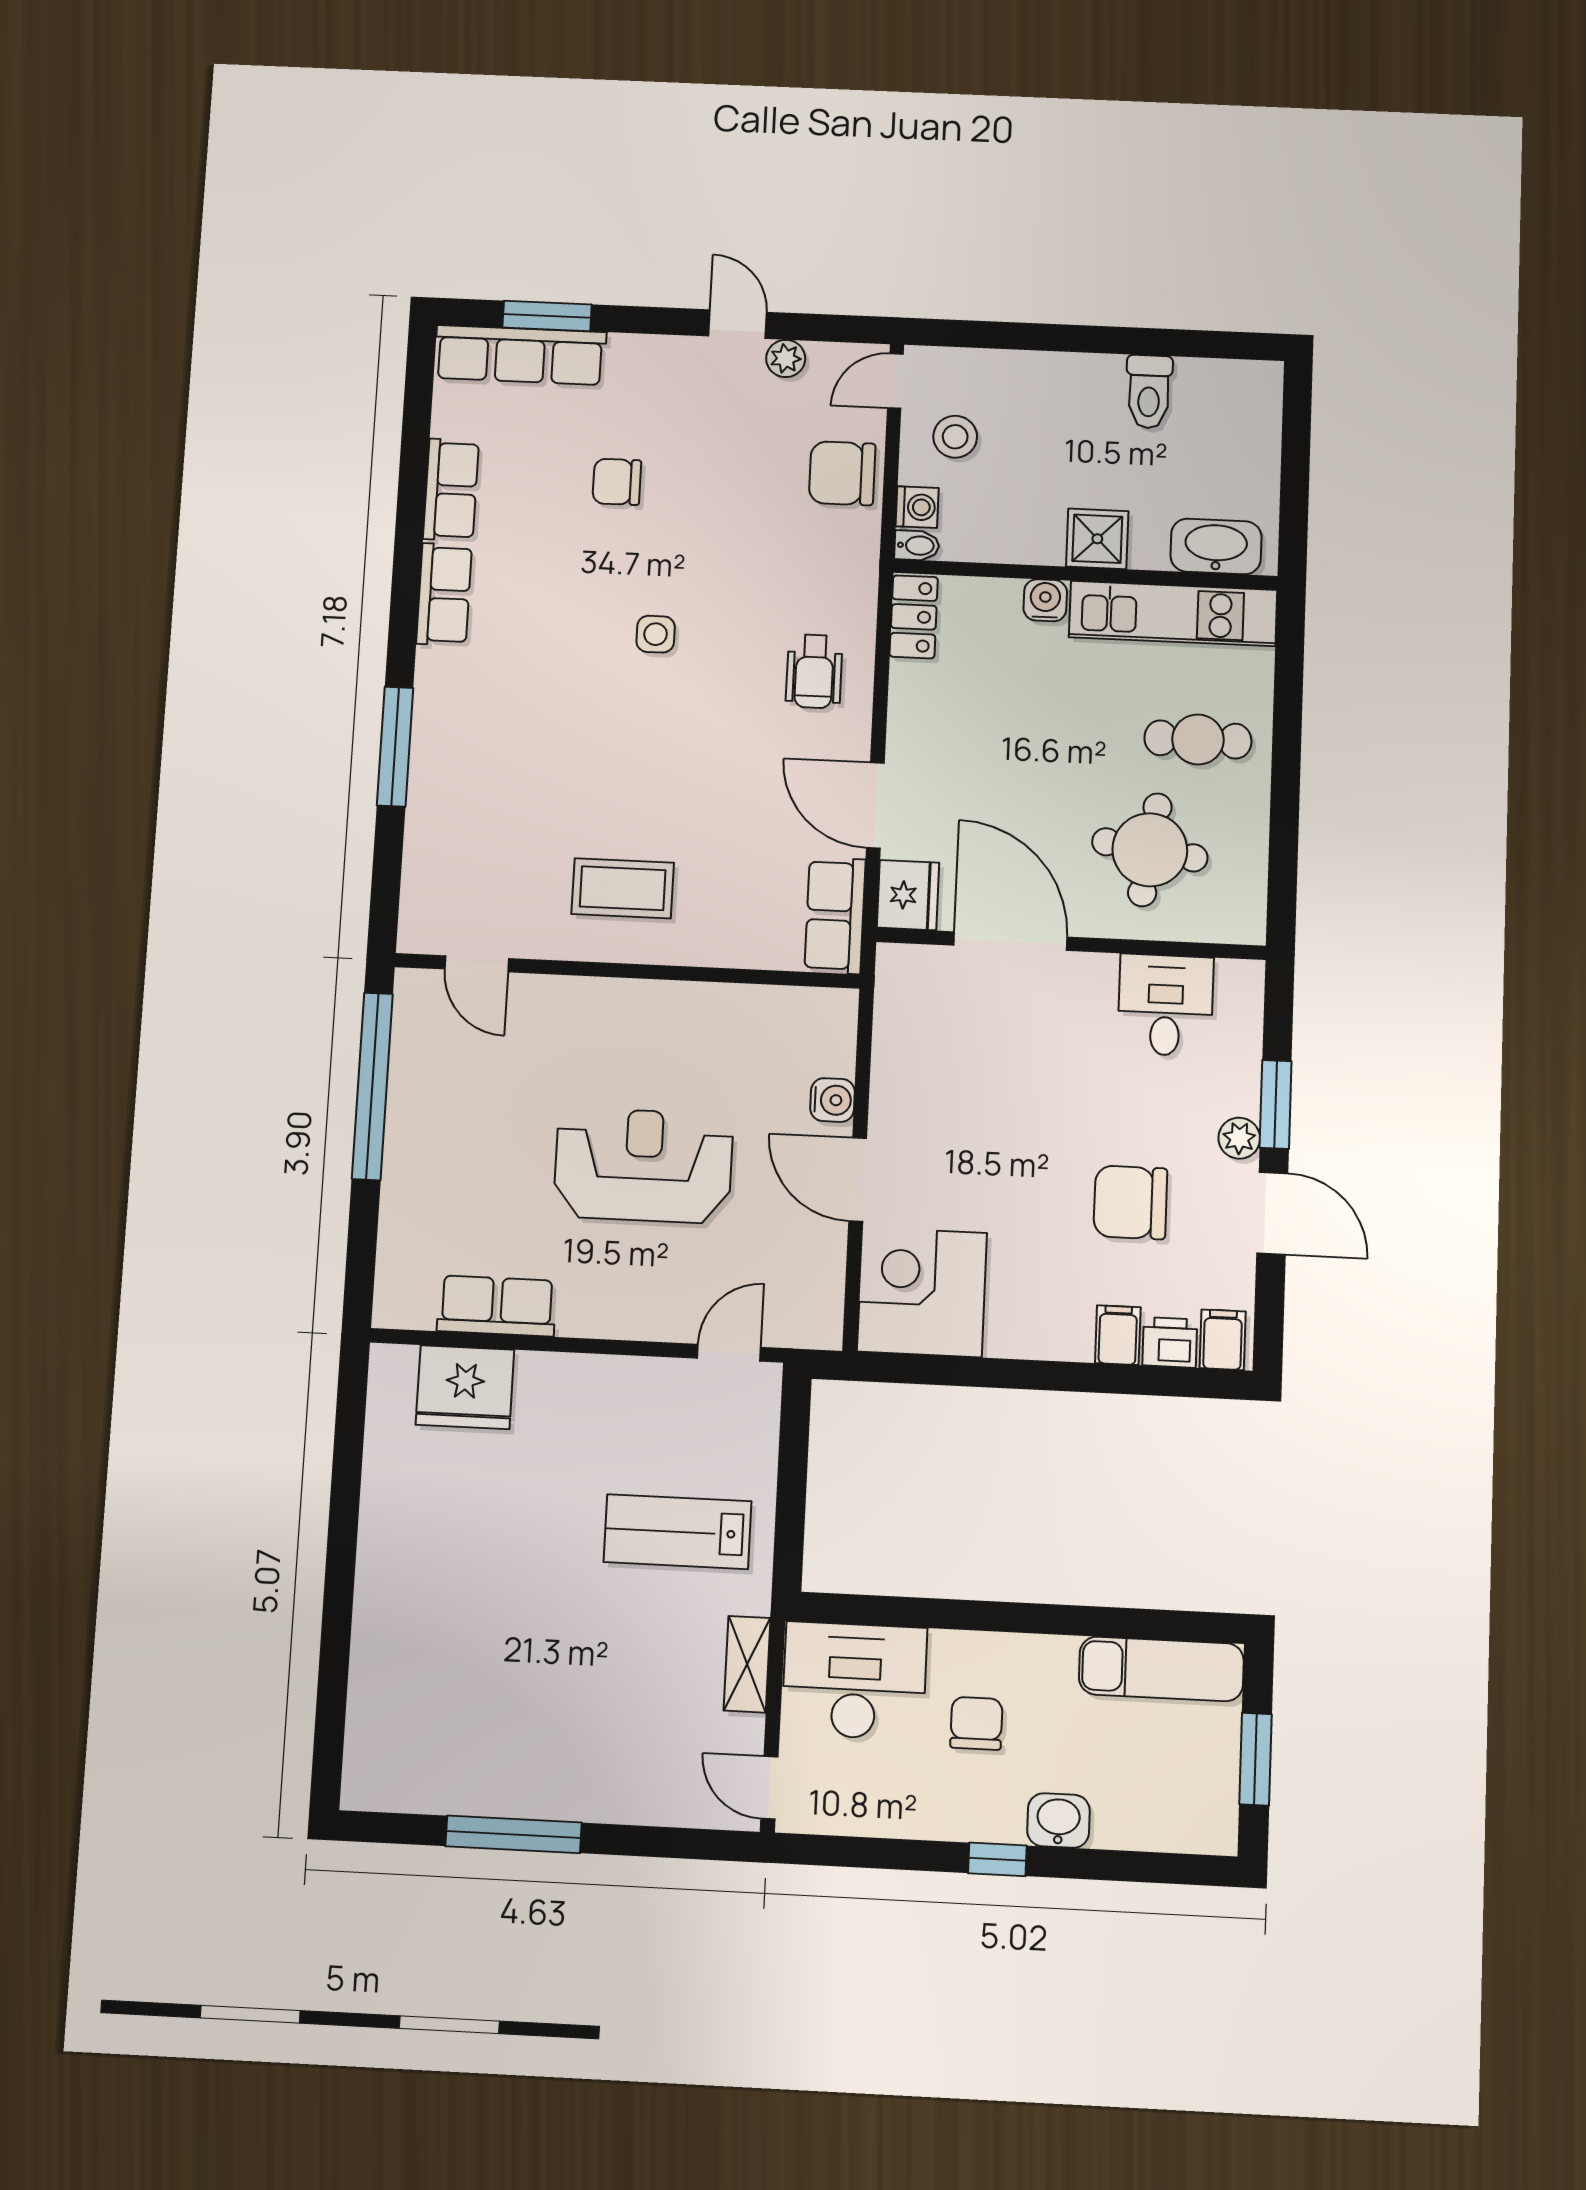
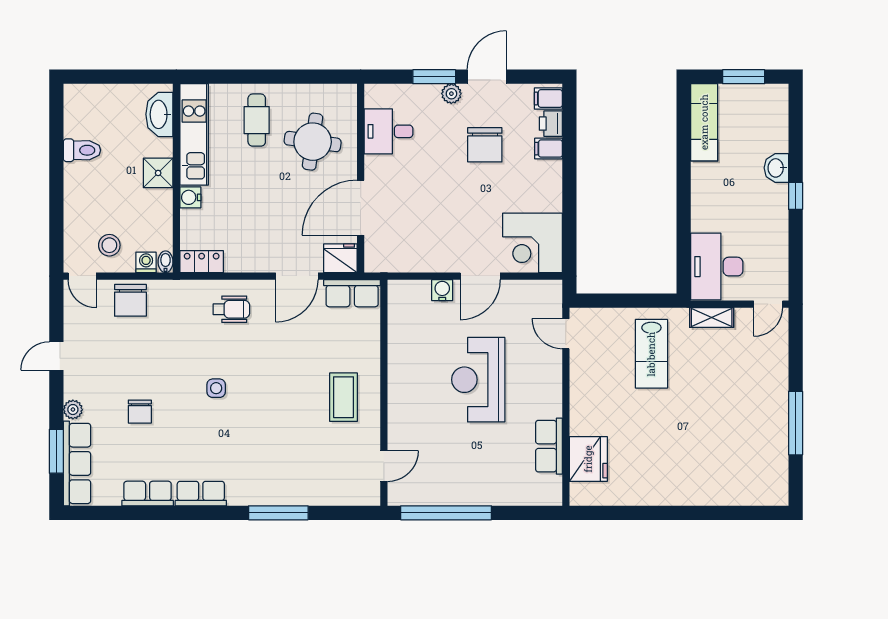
plant: (786, 358) -> (73, 410), moved
chair: (976, 1723) -> (734, 208), removed

